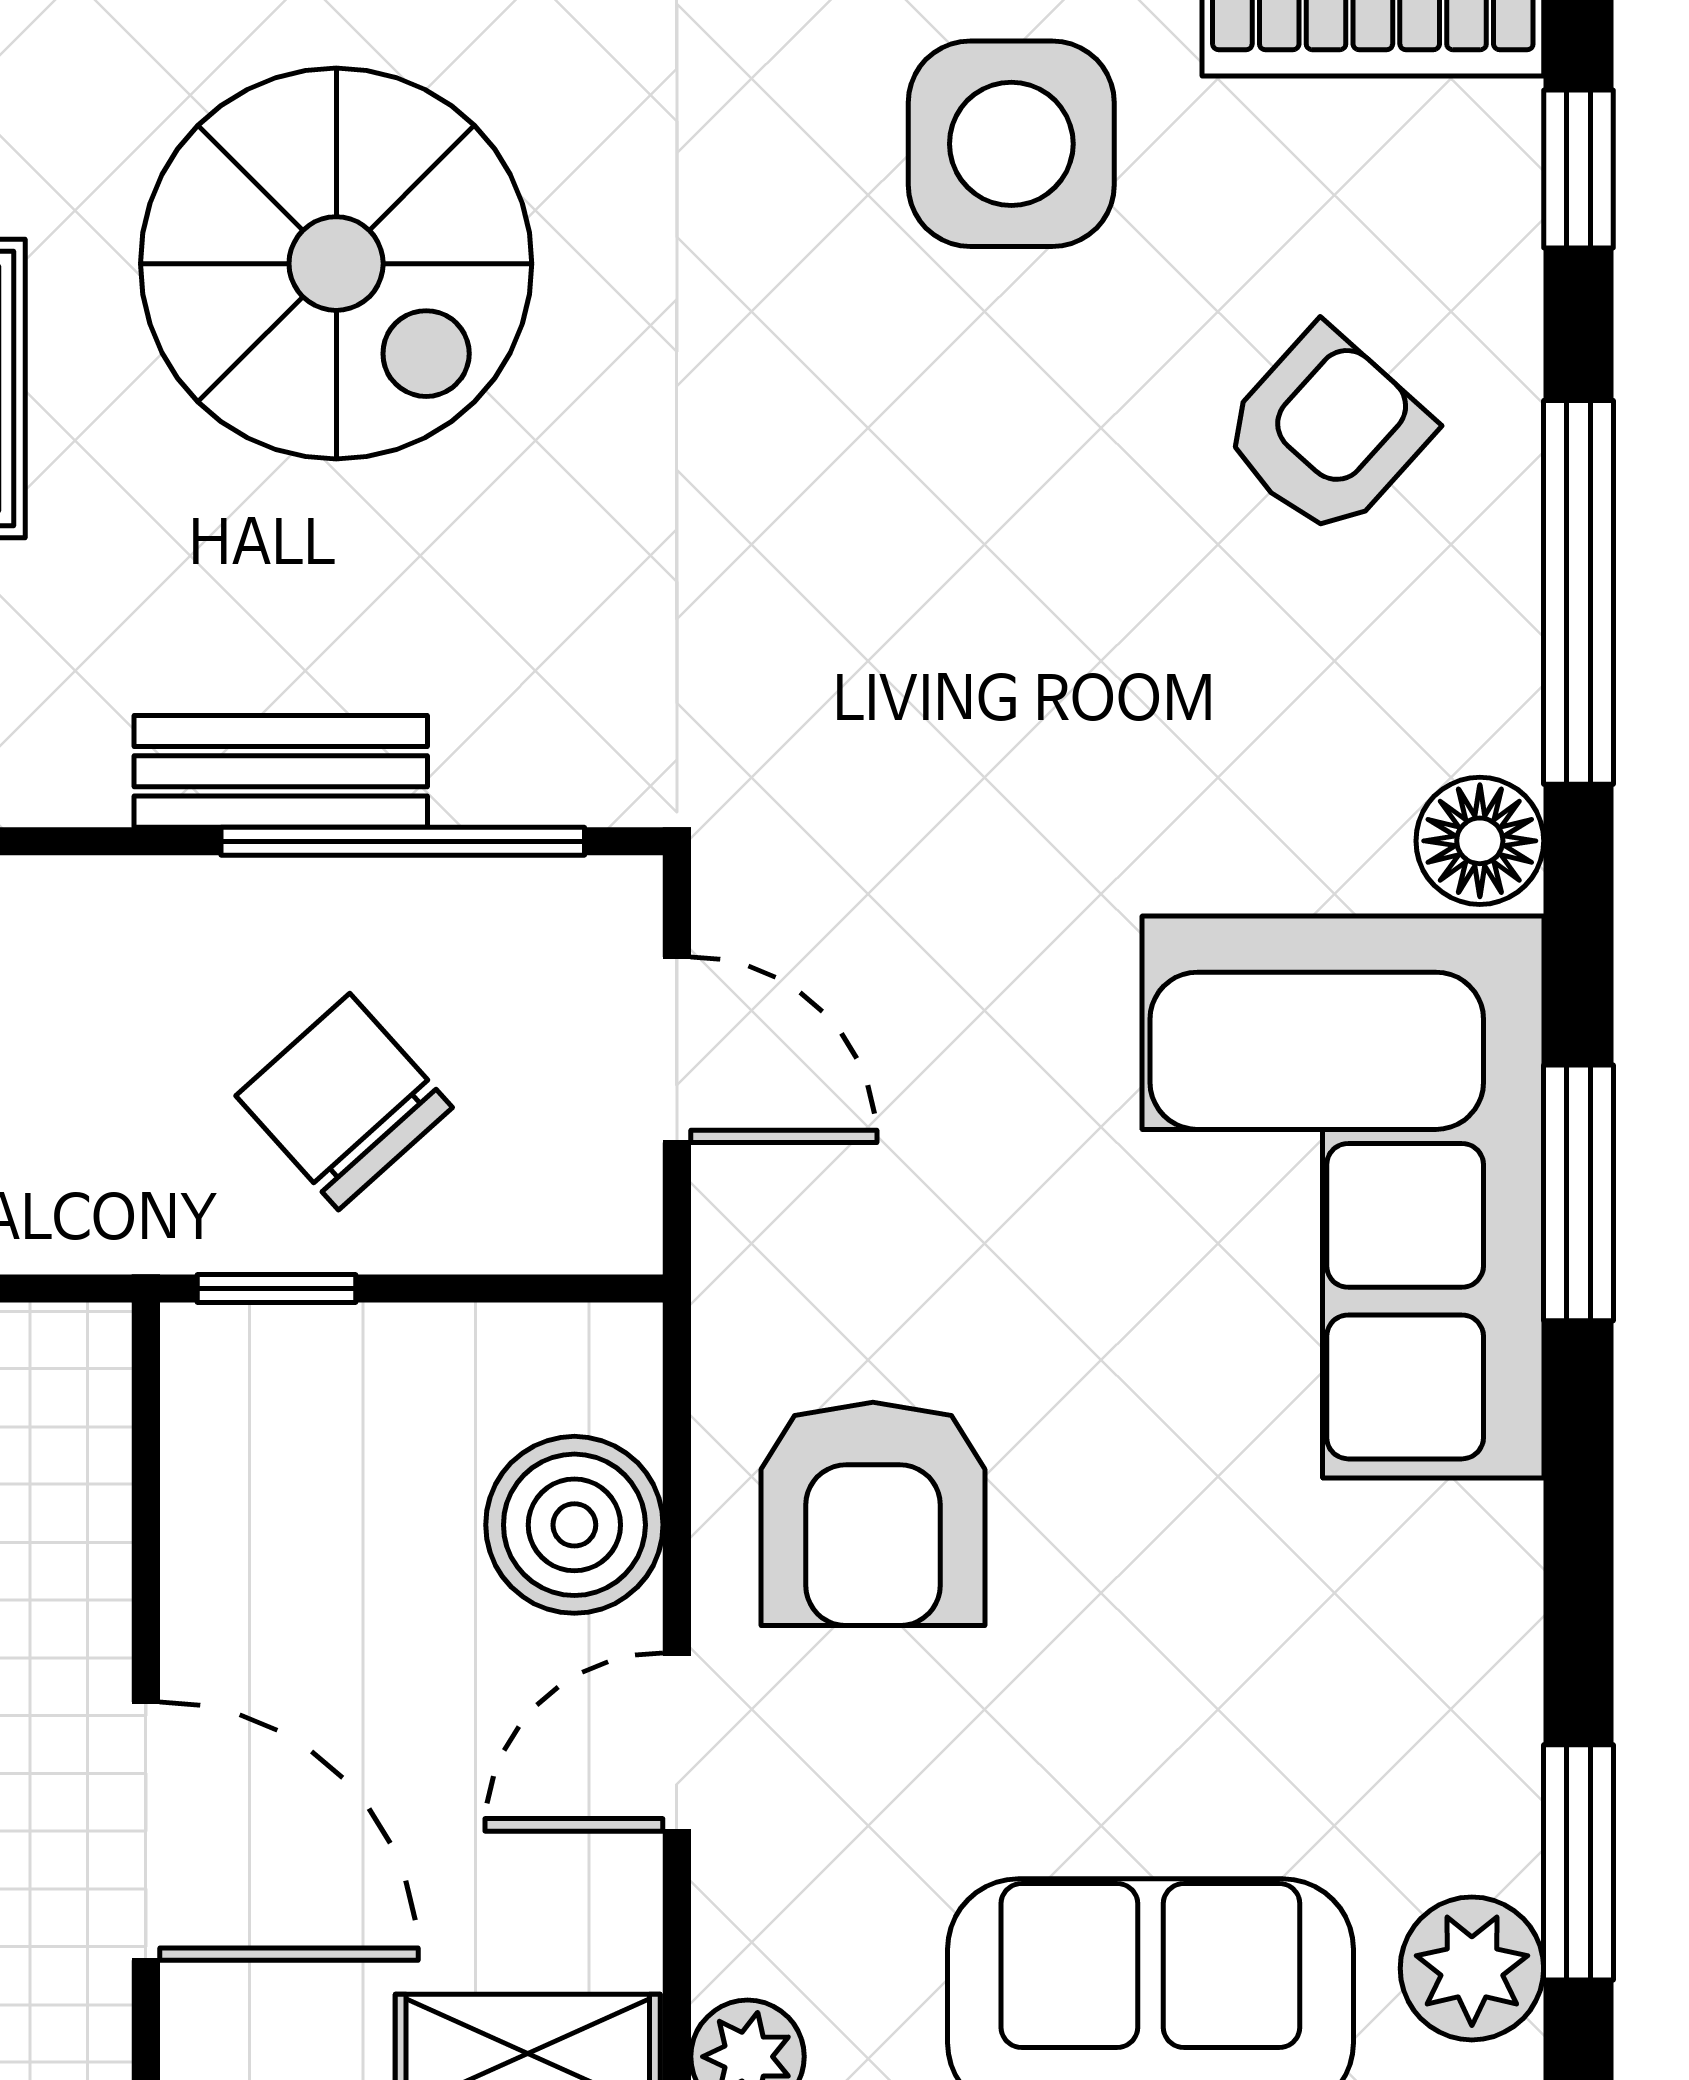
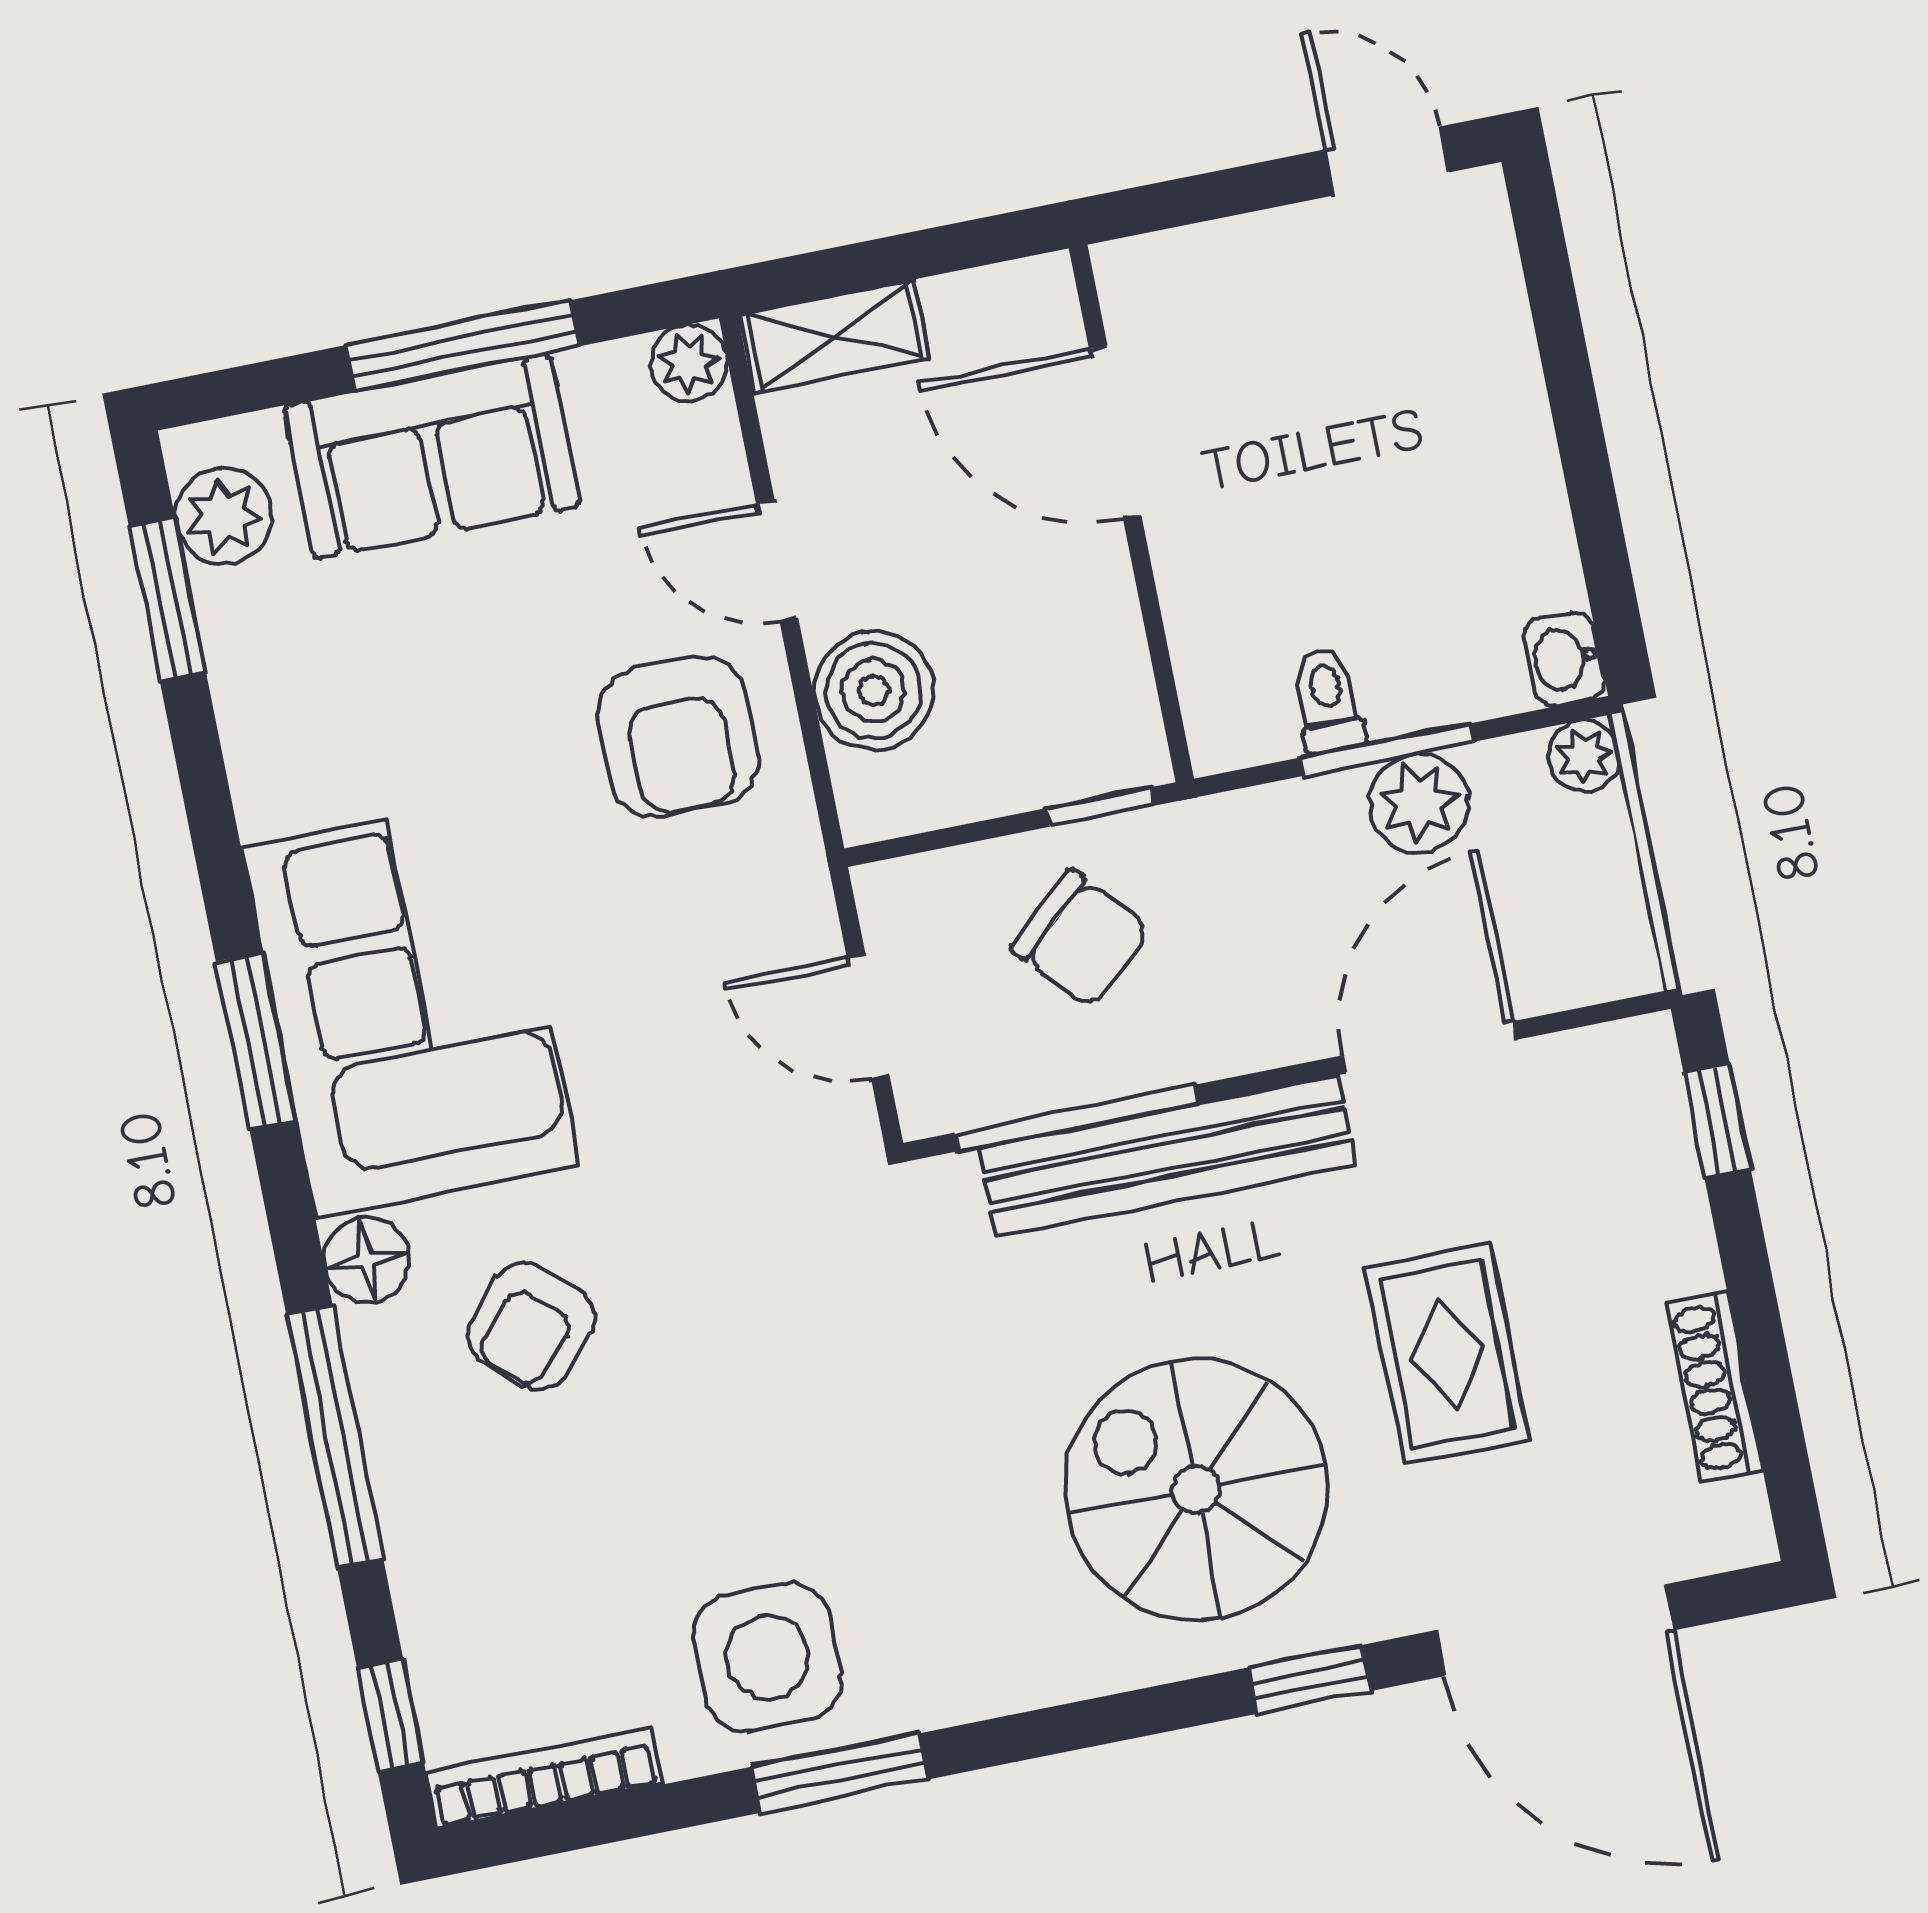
armchair: (1326, 432) -> (532, 1326), moved
bench: (281, 771) -> (1167, 1156), width x1.86, depth x1.21
armchair: (873, 1514) -> (678, 737), turned 180
door: (677, 1742) -> (777, 561), swing flipped

